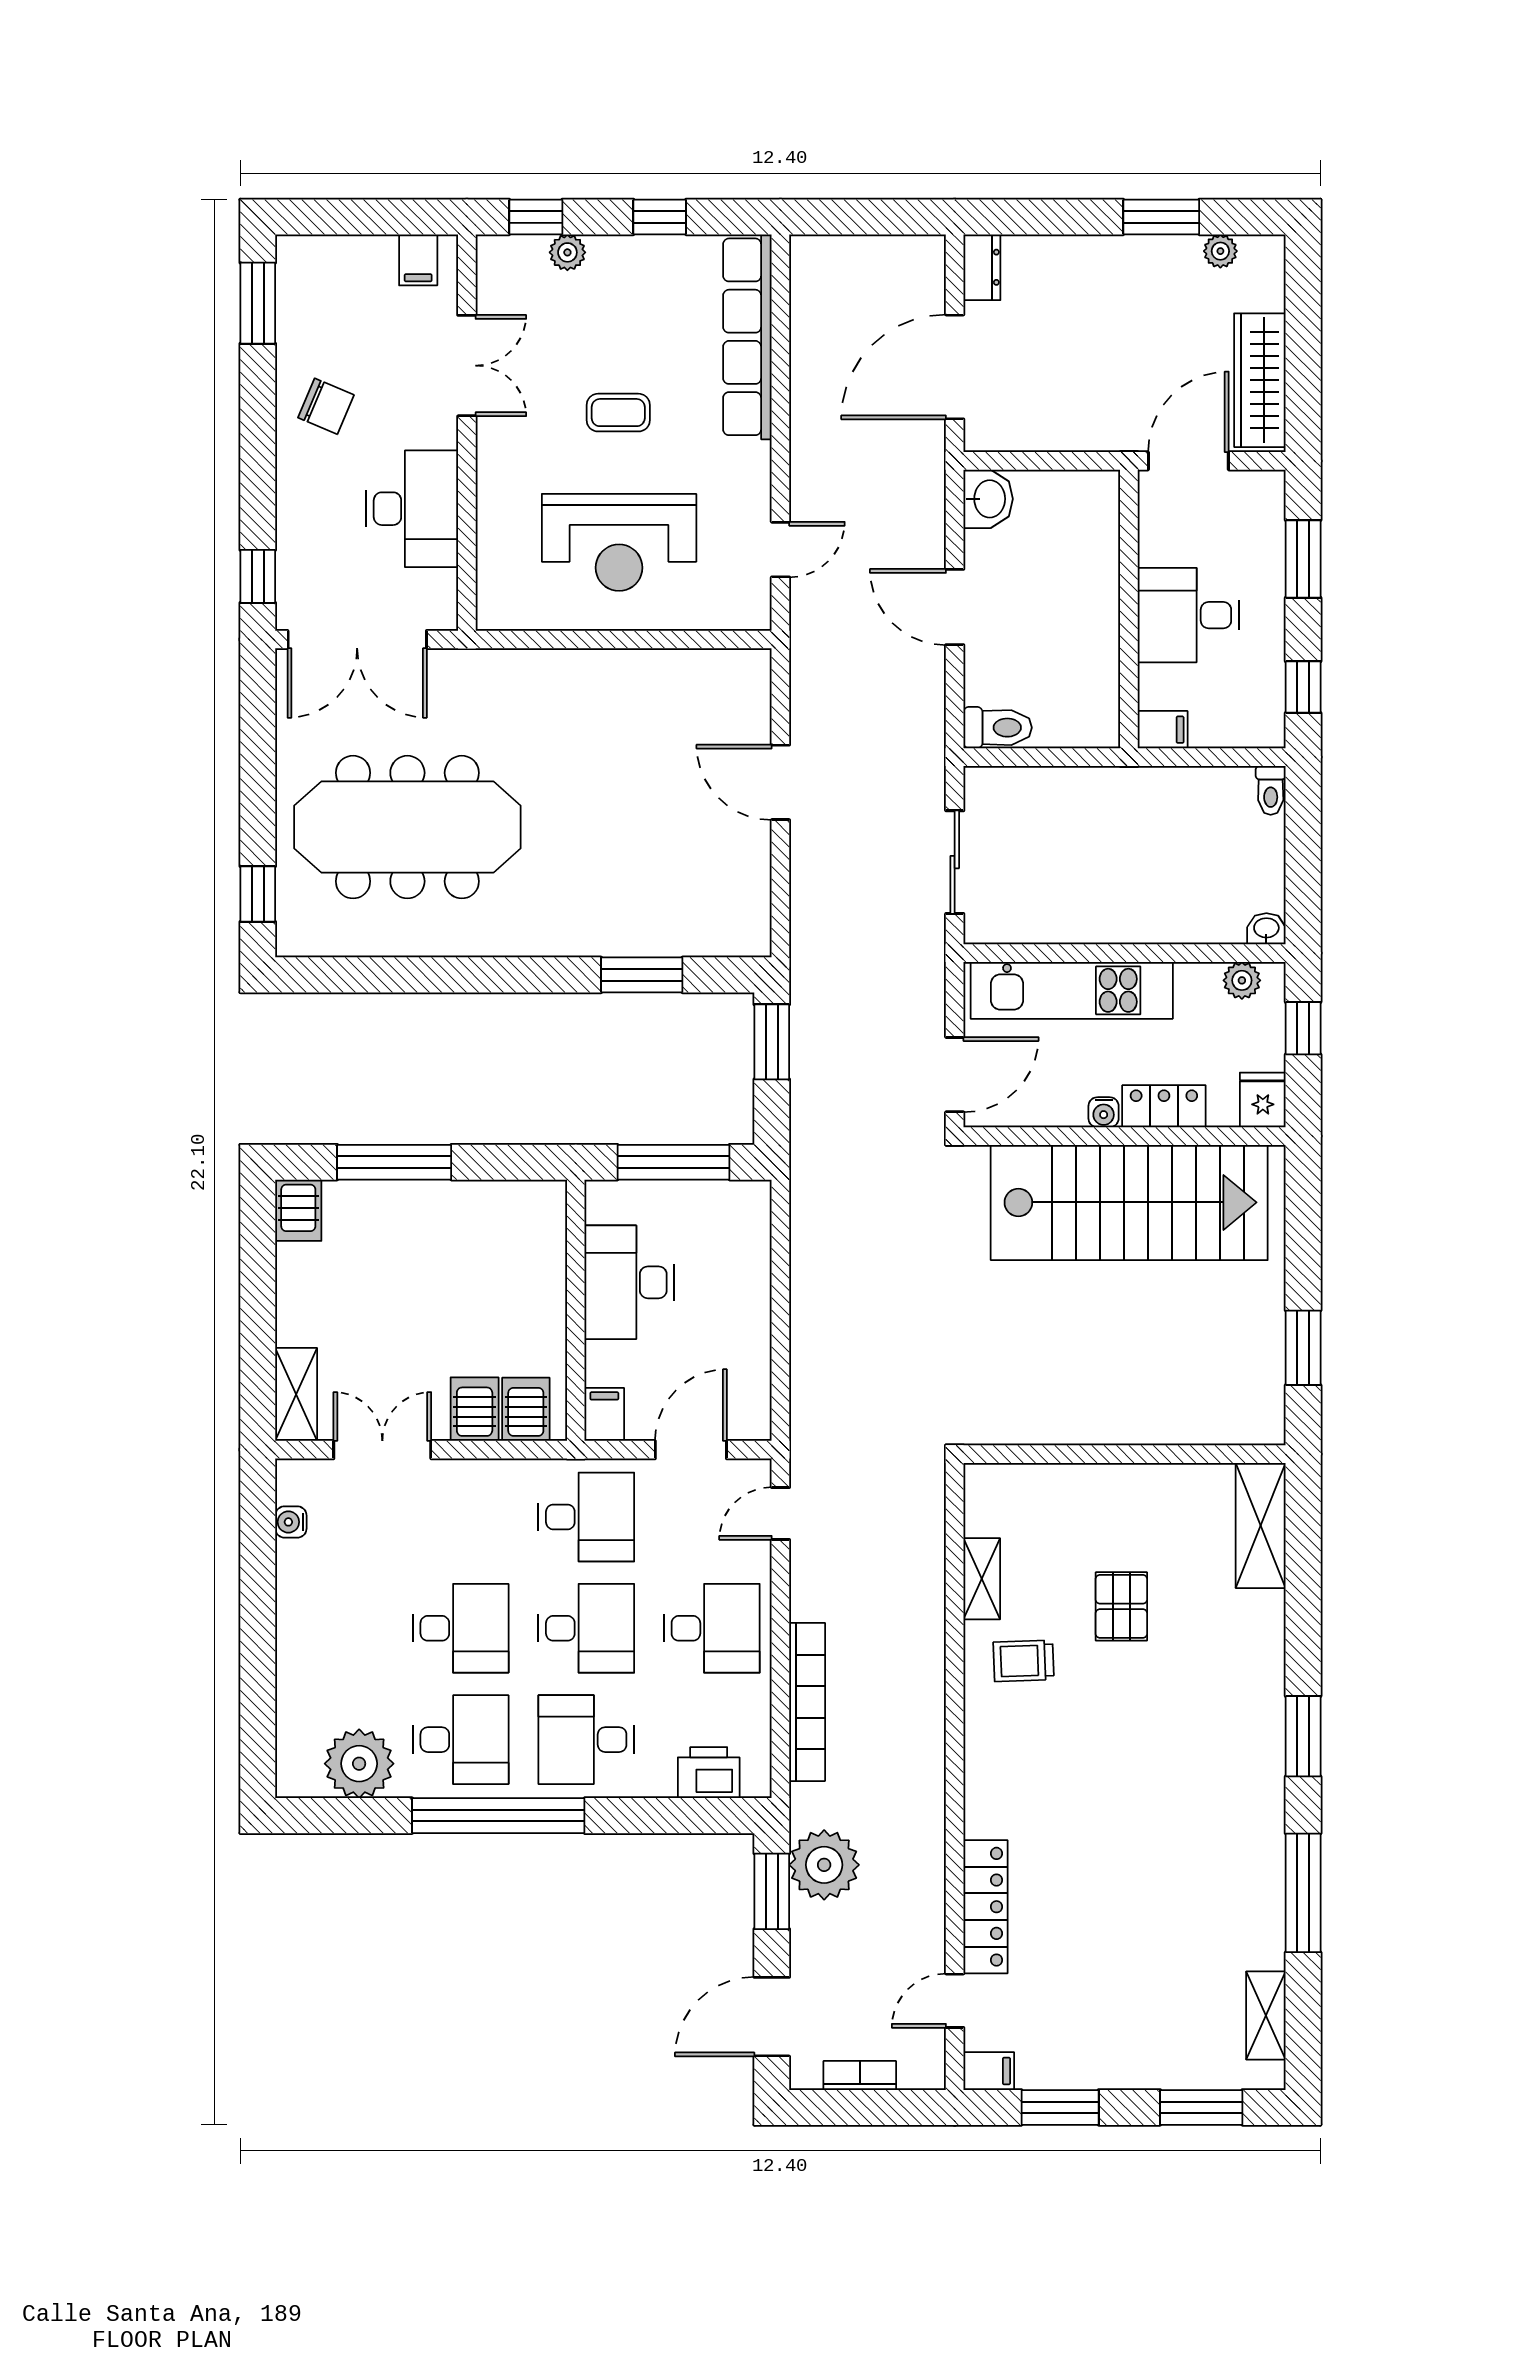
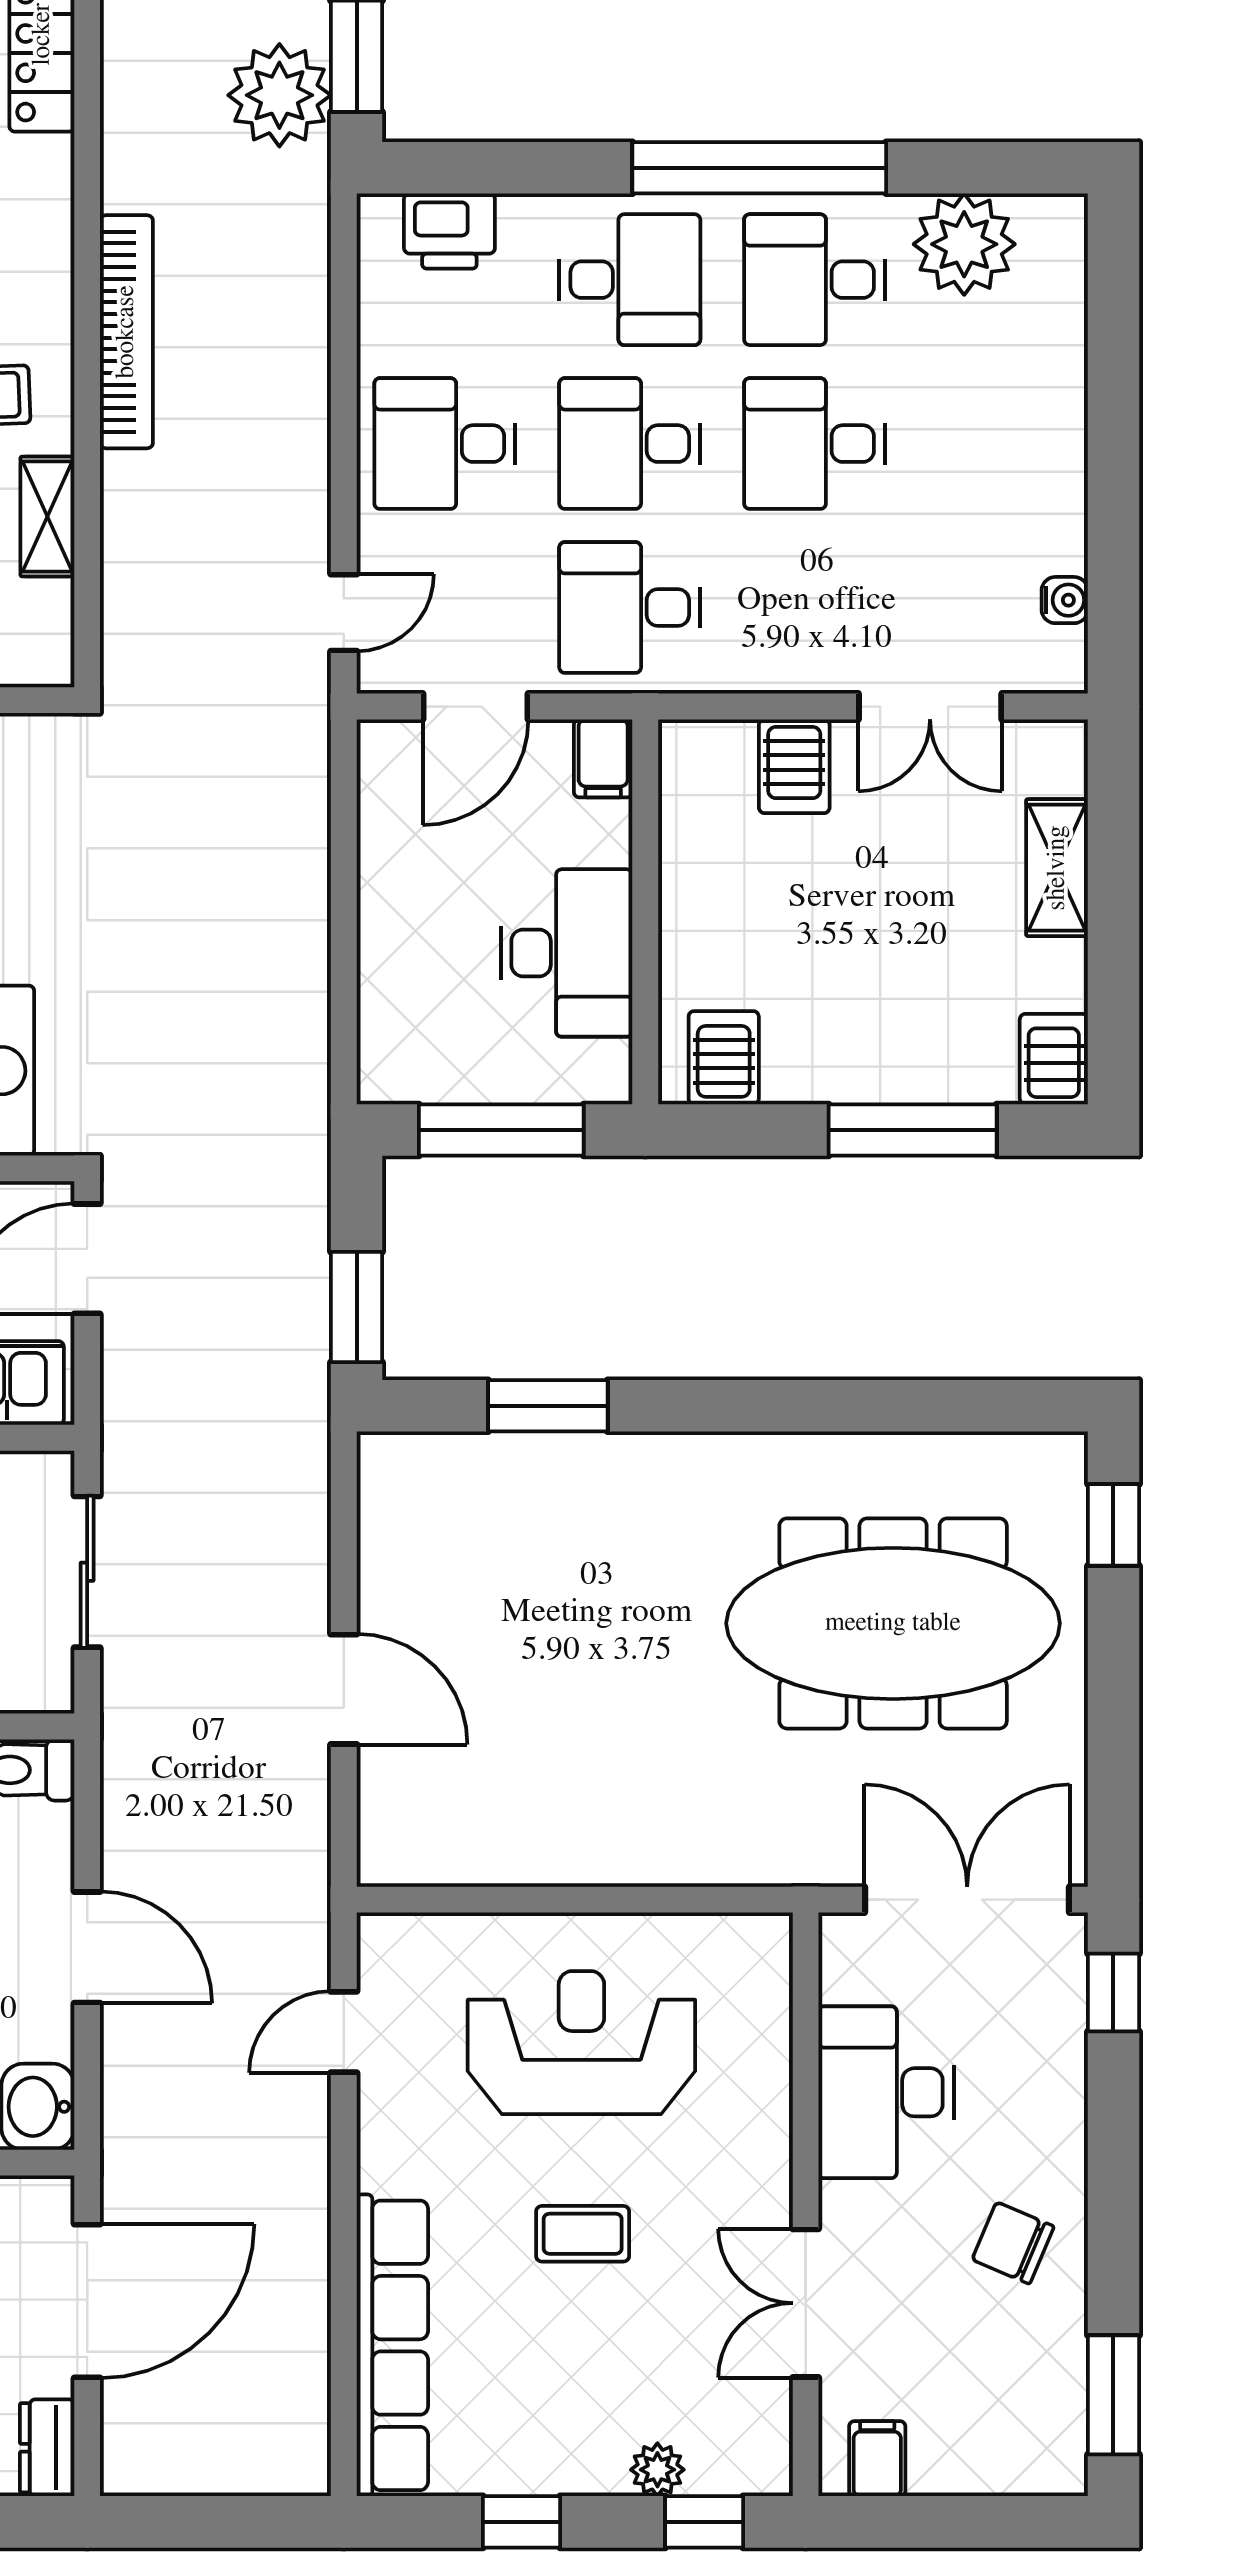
shelving: (296, 1394) -> (1057, 868), moved
server rack: (526, 1409) -> (724, 1058), moved, turned 180
bookcase: (807, 1702) -> (126, 332), moved, turned 180

